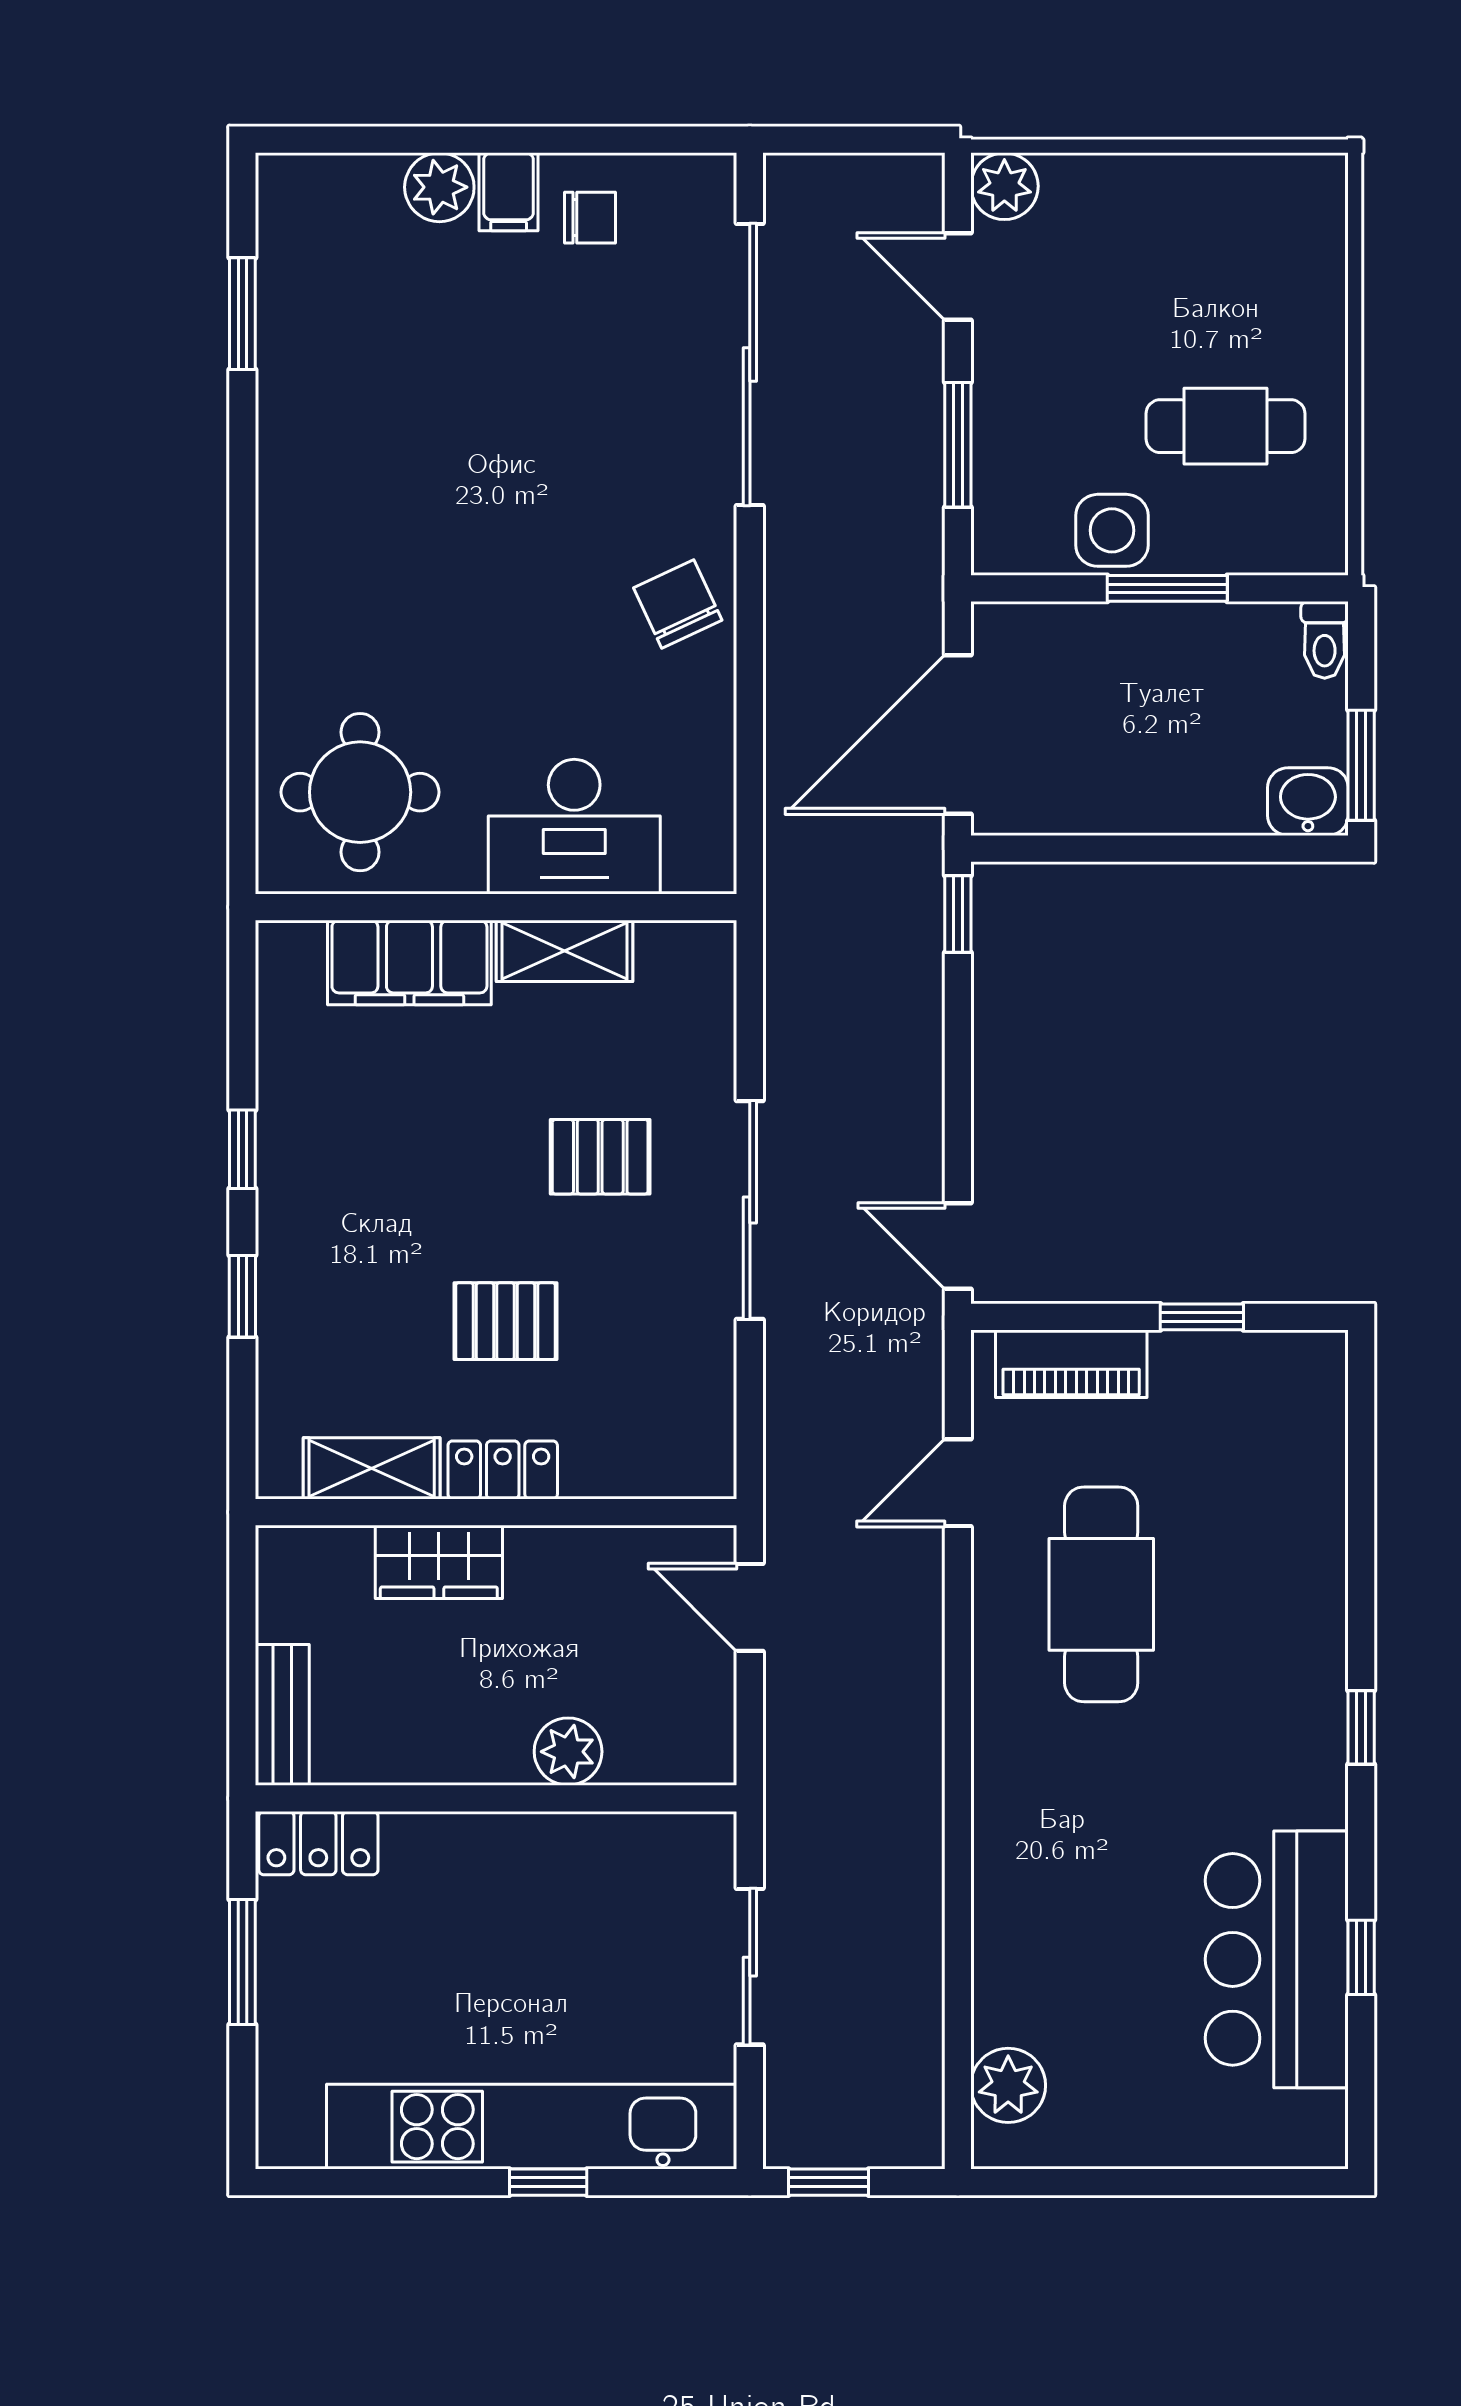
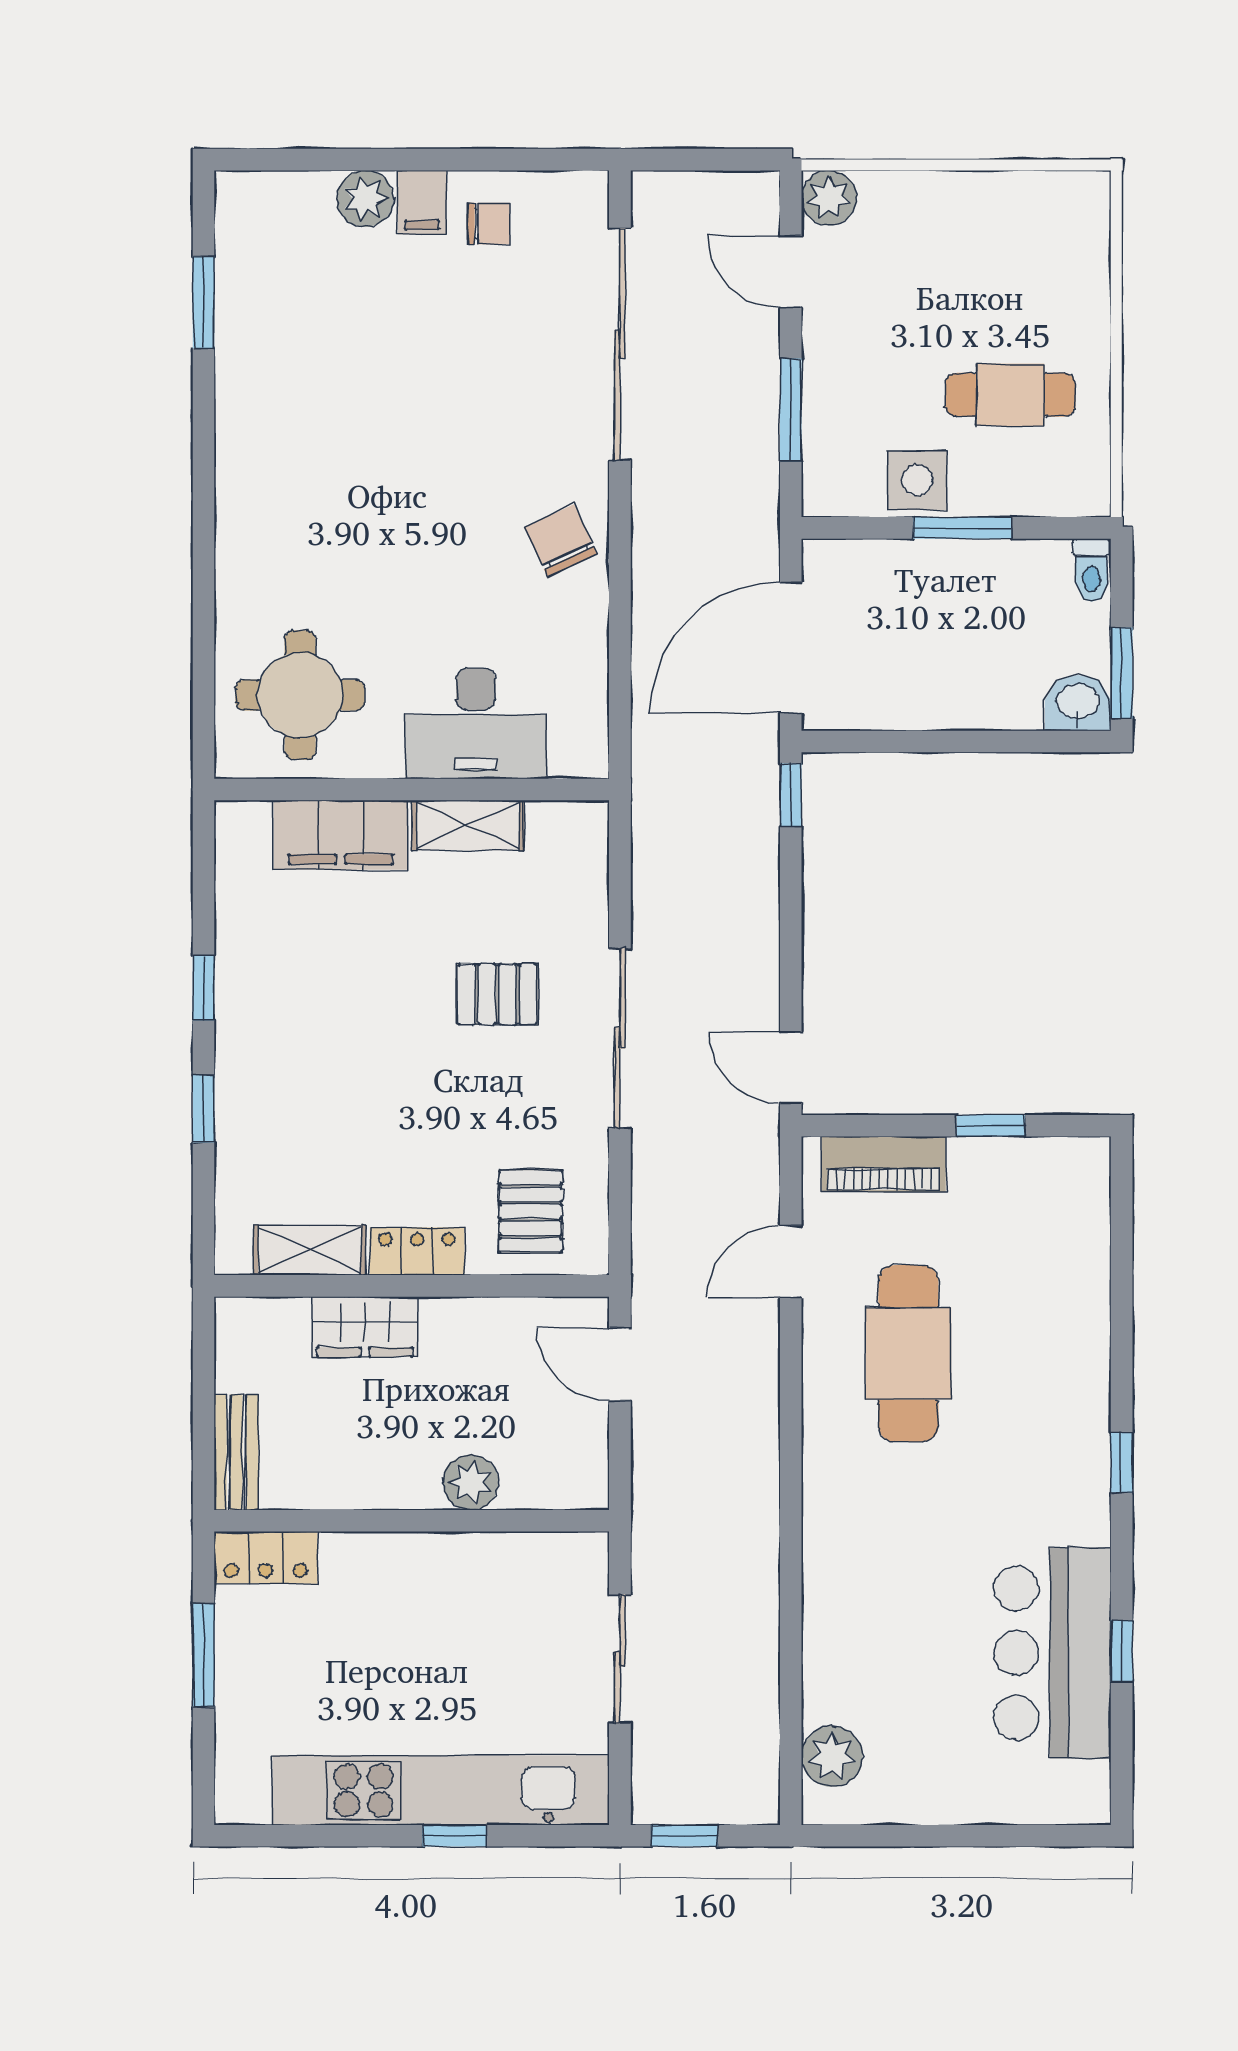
pallet: (506, 1321) -> (531, 1211), moved, turned 90

